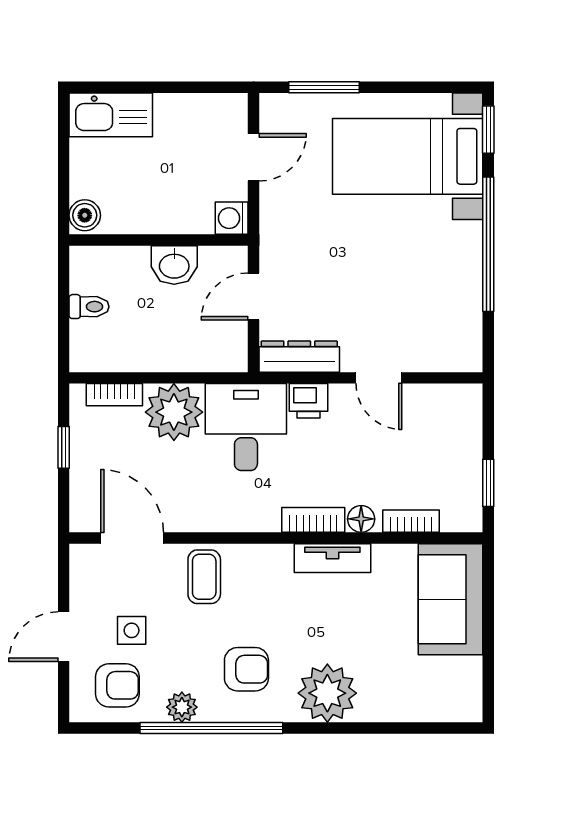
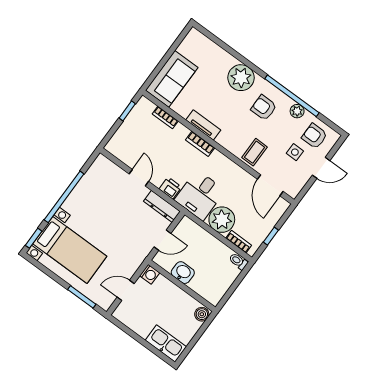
toilet: (89, 307) -> (238, 261), moved
floor lamp: (361, 519) -> (183, 131), removed

